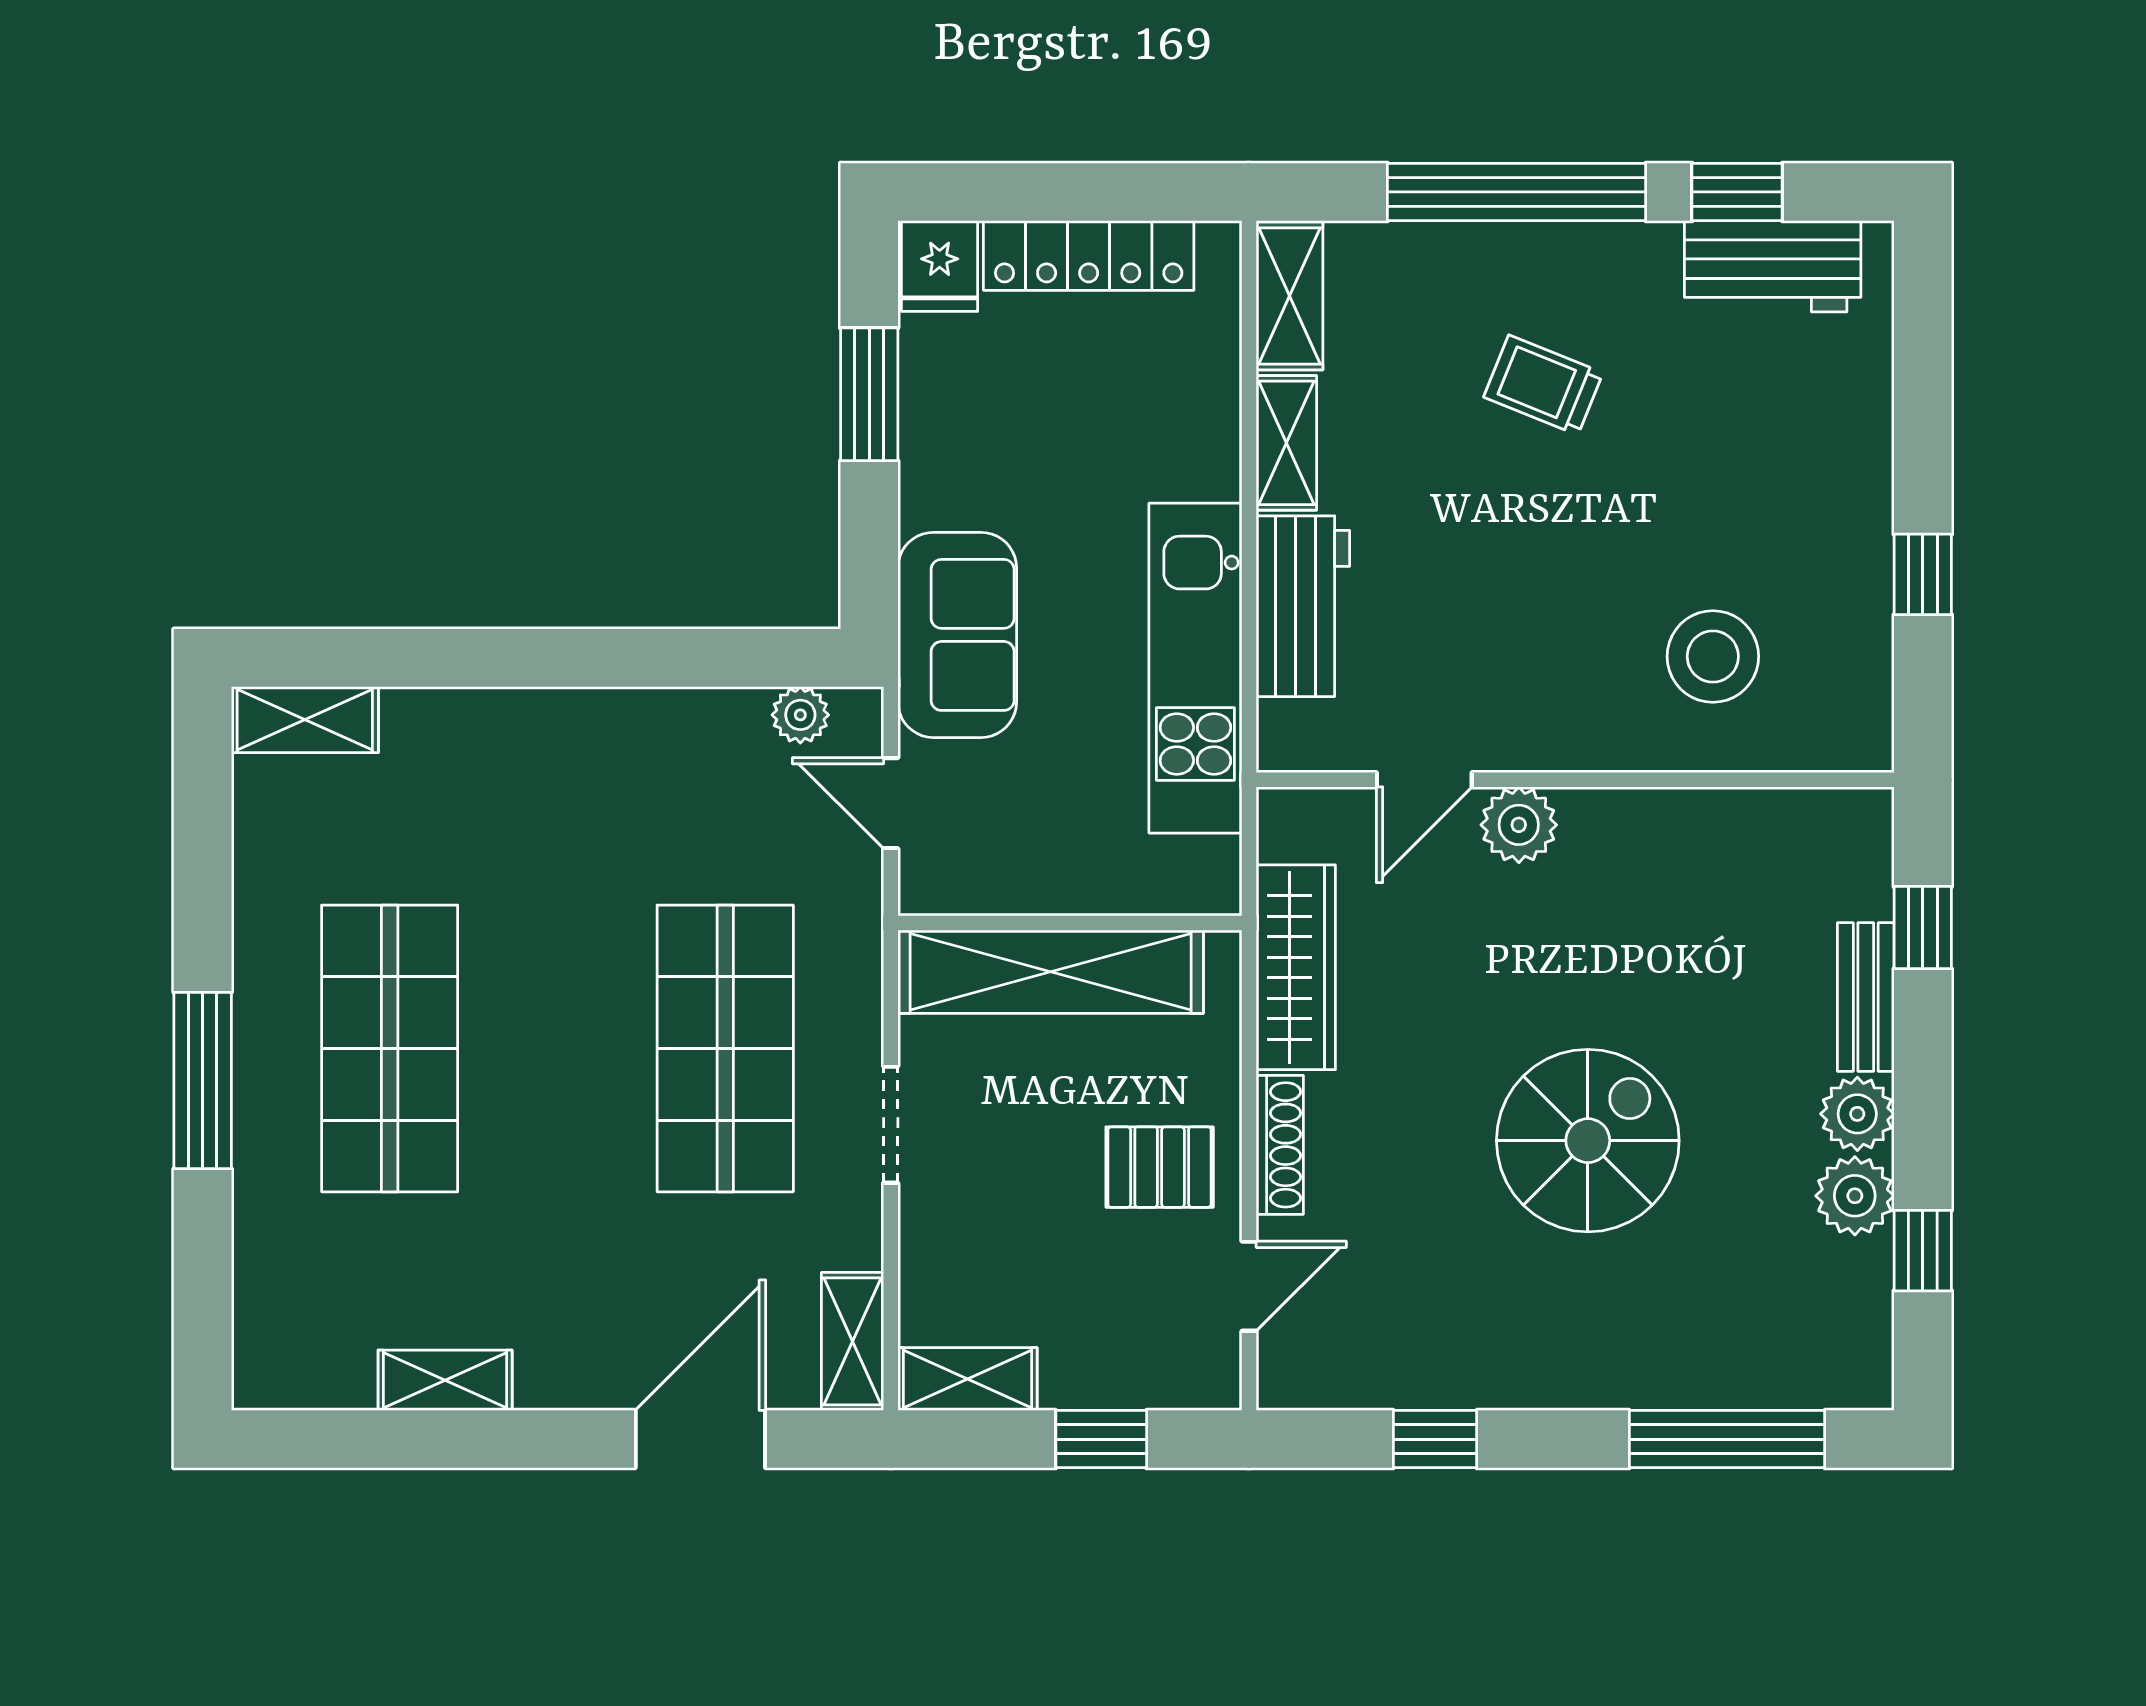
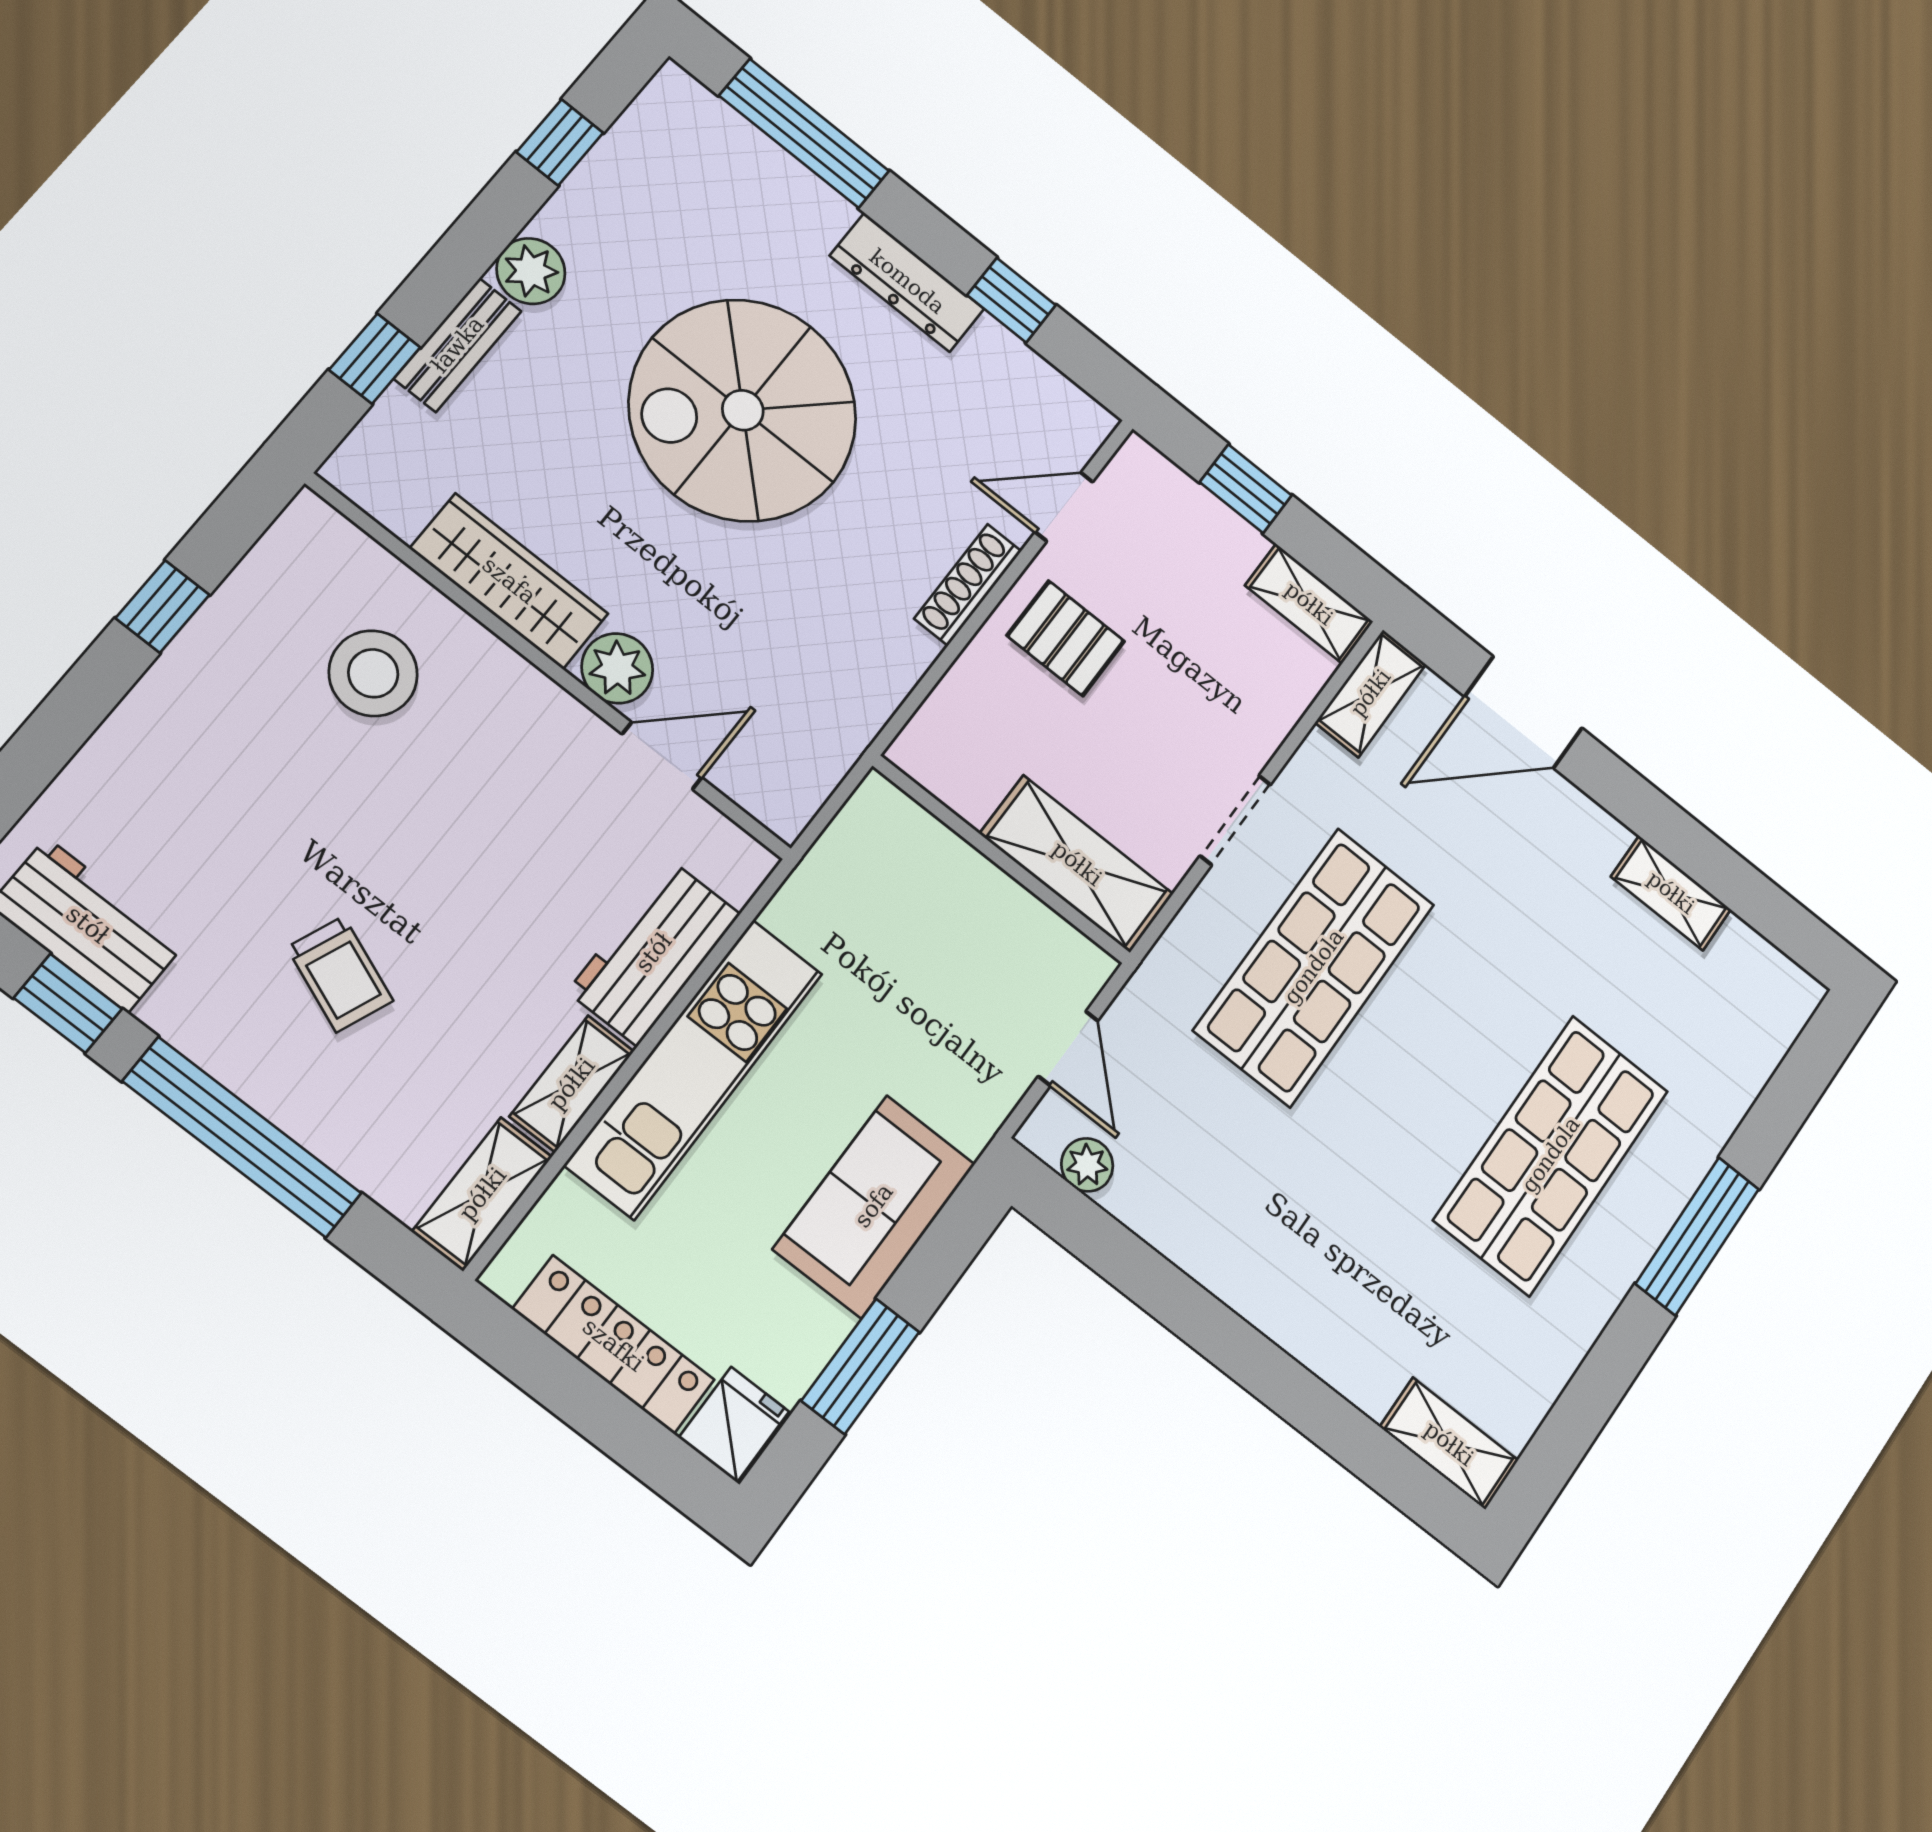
sofa: (957, 635) -> (874, 1206), moved
kitchen unit: (1195, 668) -> (694, 1069), moved
wardrobe: (1296, 967) -> (509, 581), moved, turned 90
shelving: (1051, 972) -> (1077, 864), width x0.68
spiral stairs: (1588, 1141) -> (743, 410), width x1.37, depth x1.37
plant: (1855, 1196) -> (579, 218), removed
dresser: (1537, 1377) -> (907, 282), added

